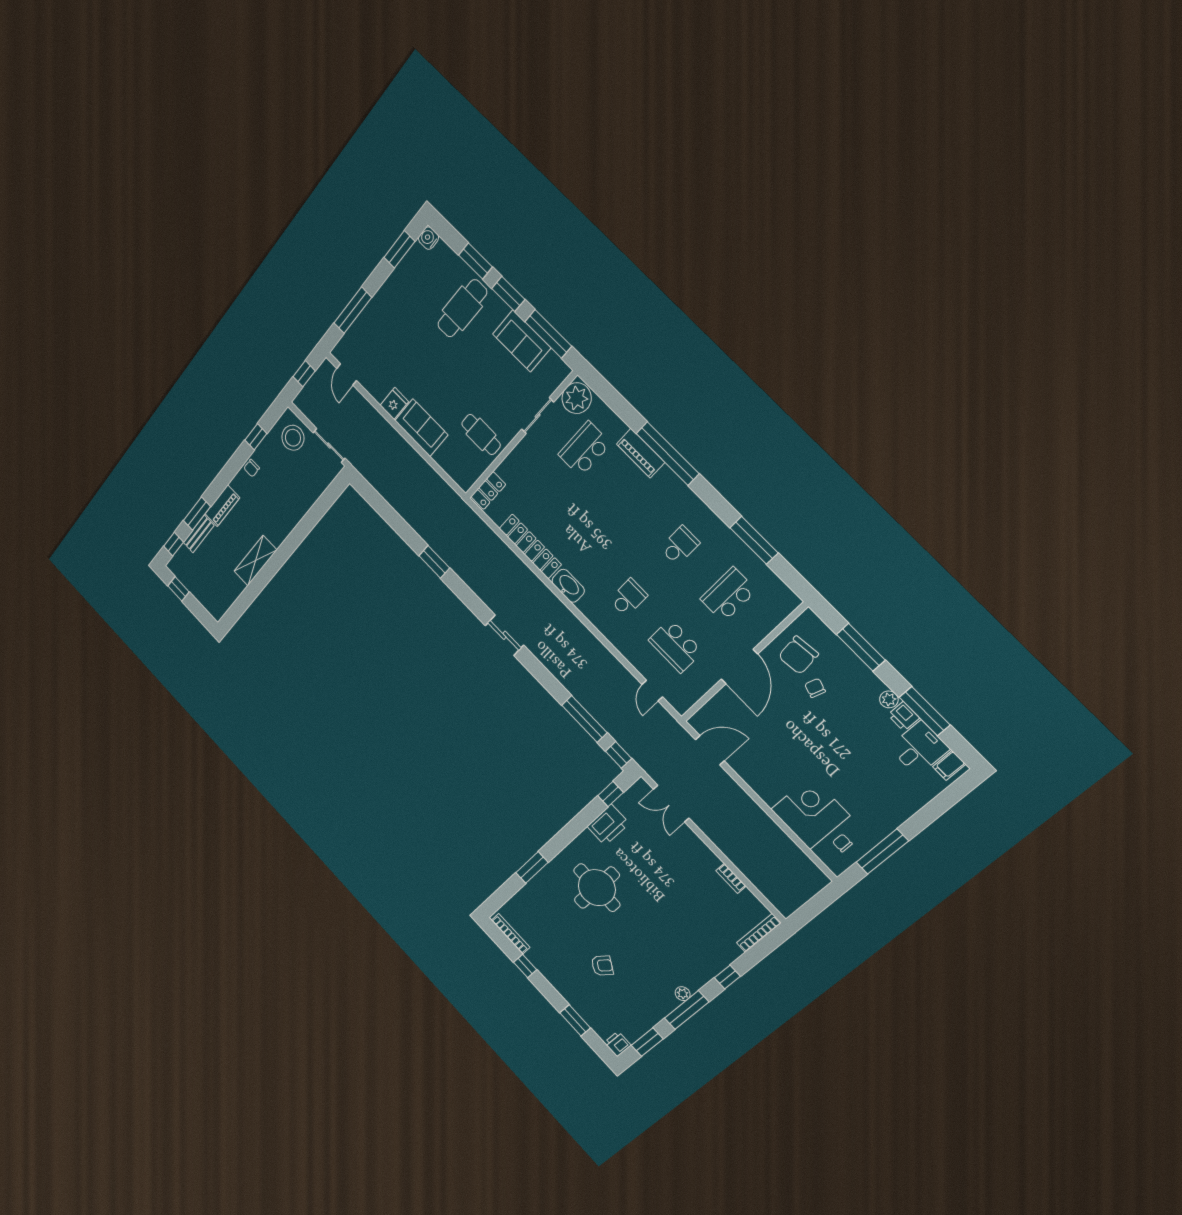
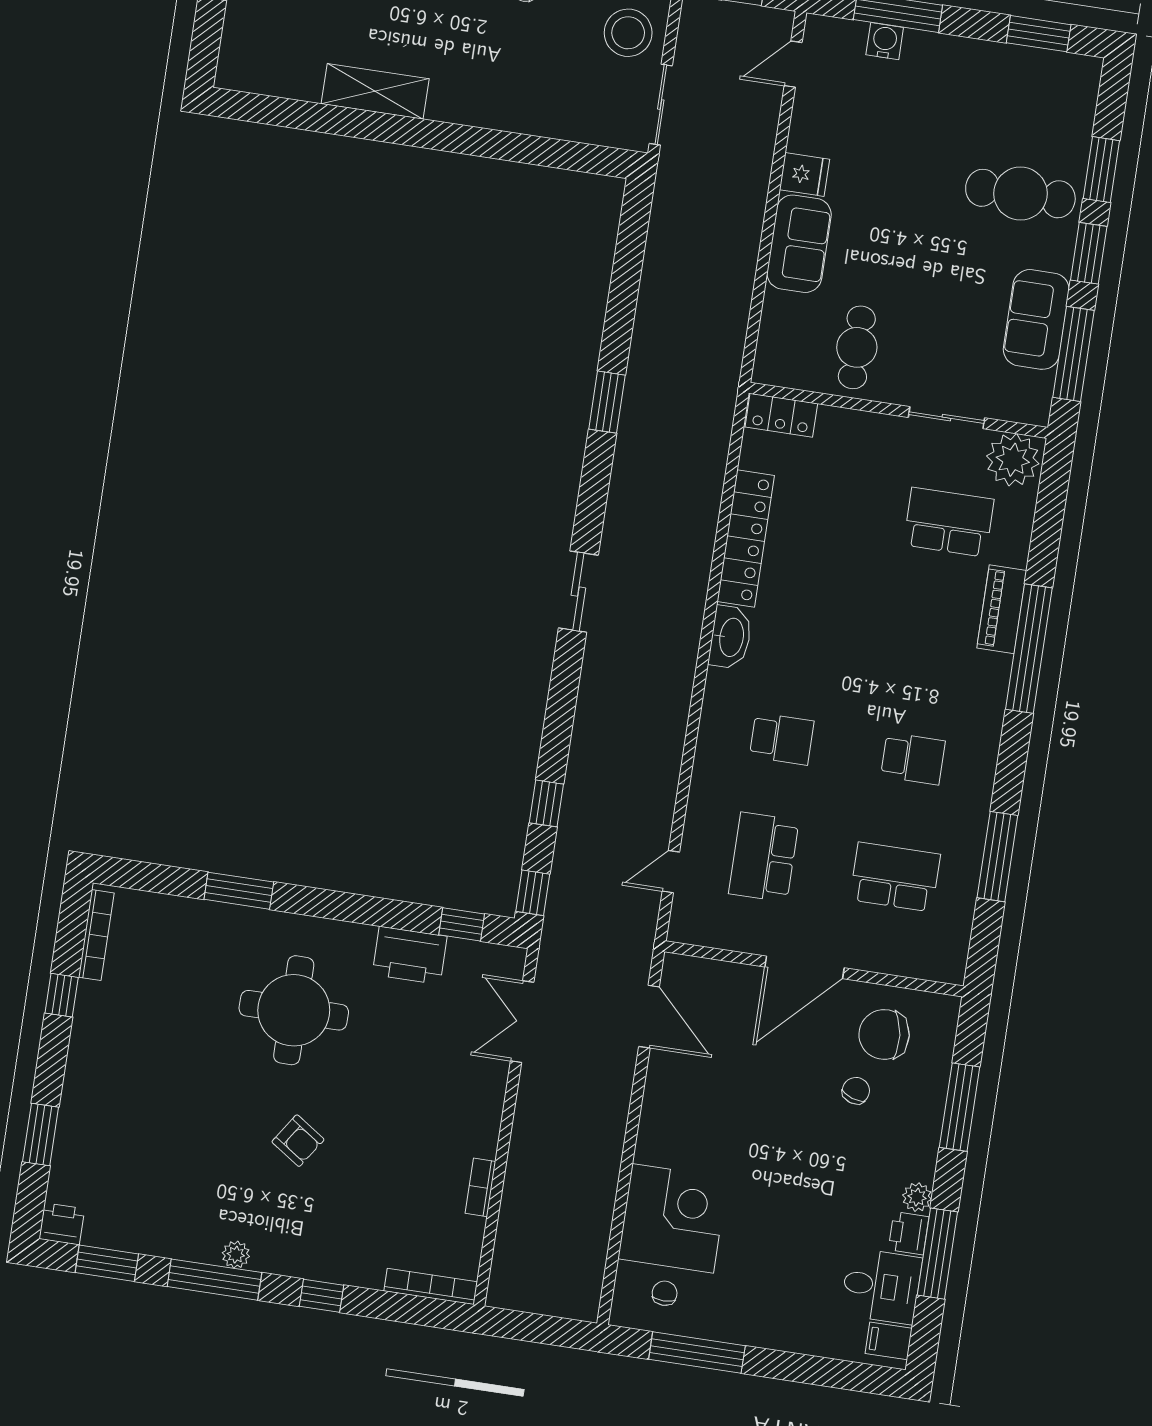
water cooler: (429, 238) -> (885, 41), moved
window: (584, 719) -> (546, 803), width x0.46
armchair: (602, 966) -> (298, 1141), moved

